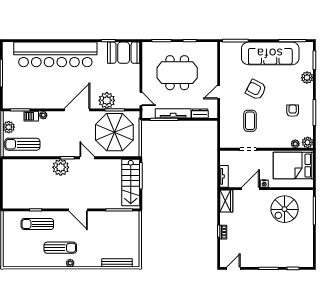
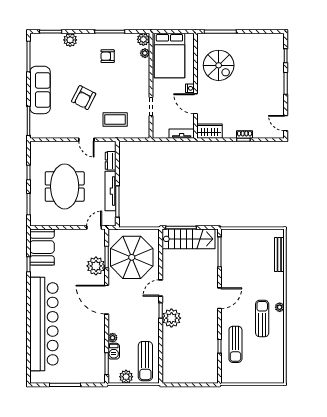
sofa: (270, 53) -> (40, 90), width x0.74, depth x0.79
coffee table: (250, 121) -> (115, 119), moved

